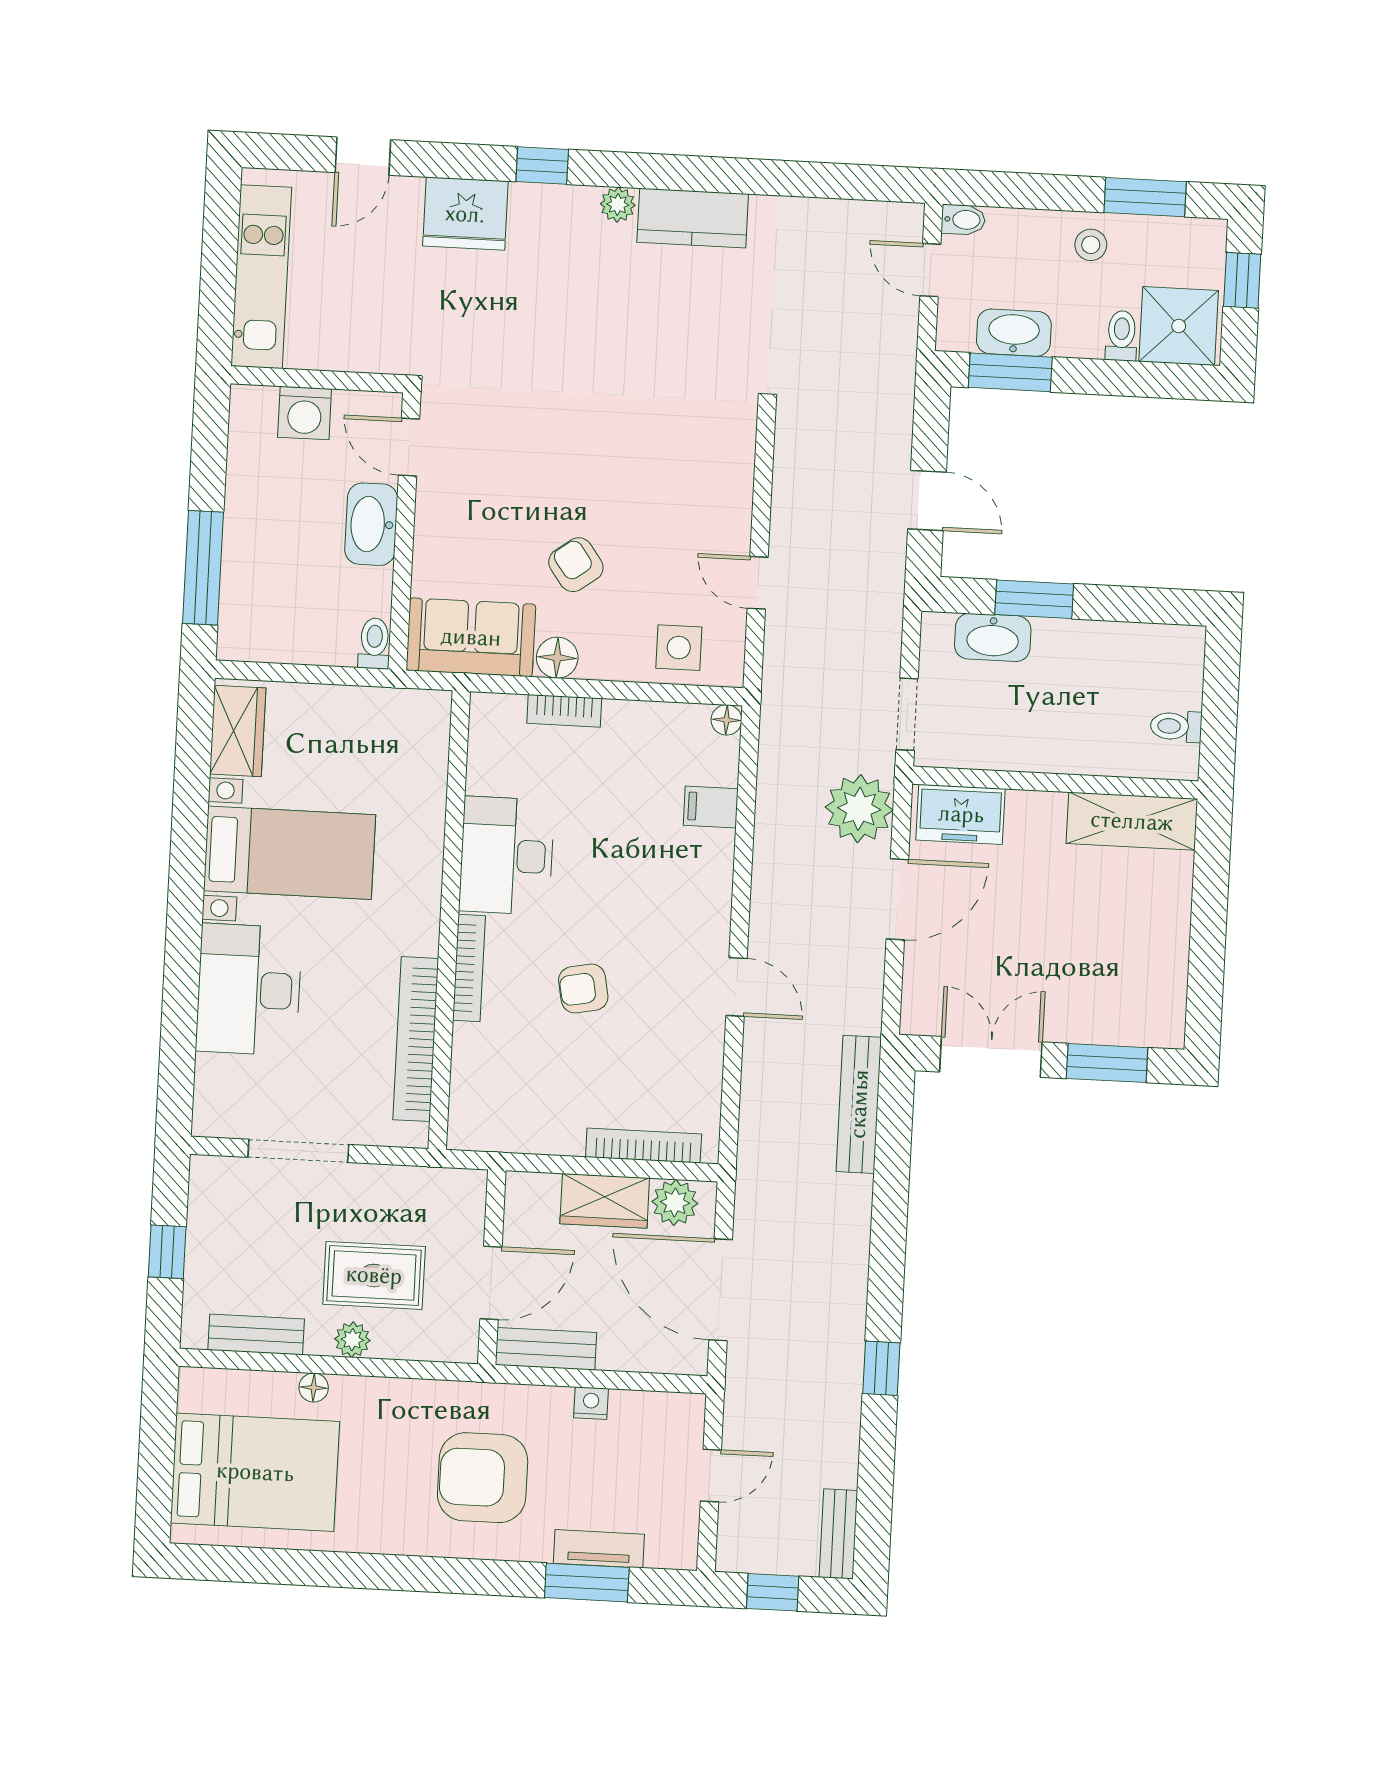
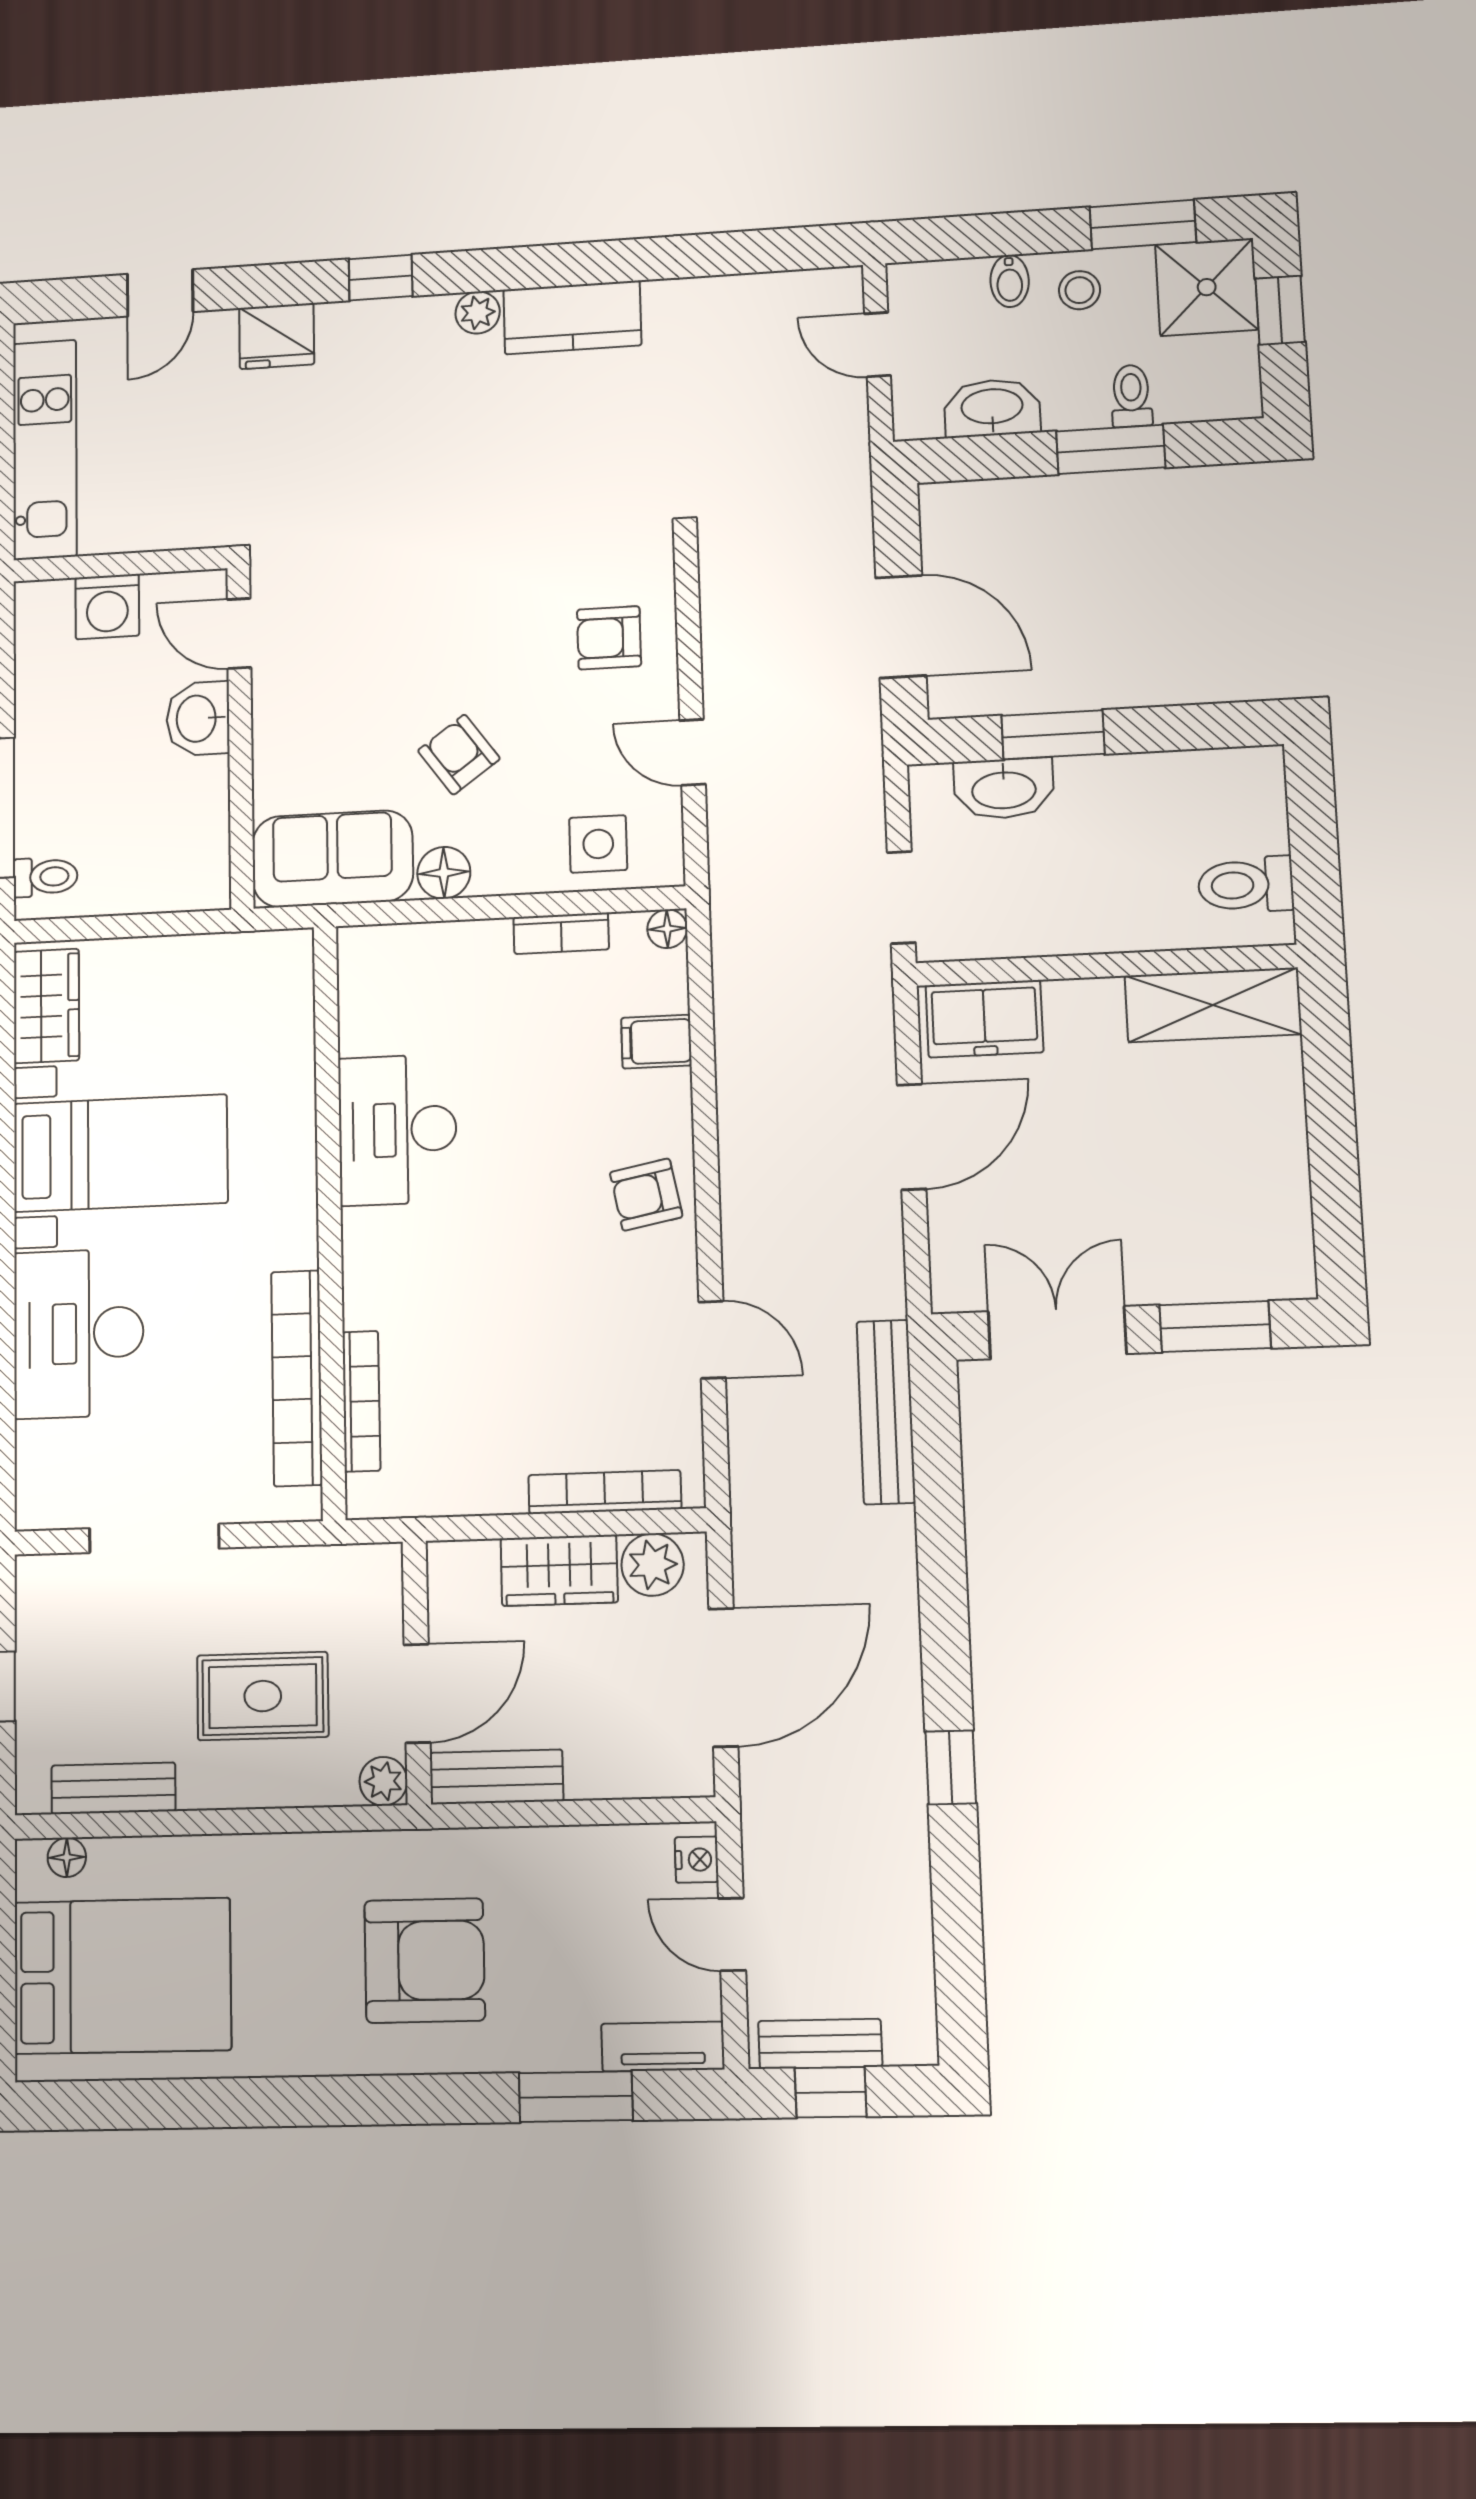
fridge: (465, 214) -> (277, 336), width x0.73, depth x0.75
bidet: (963, 220) -> (1010, 281), moved, turned 90
shower: (1179, 326) -> (1207, 287), moved
window: (1010, 372) -> (1111, 449), moved
armchair: (701, 484) -> (609, 638), added
door: (927, 501) -> (901, 627), width x1.38
washbasin: (371, 524) -> (198, 719), width x0.72
toilet: (374, 643) -> (46, 877), moved, turned 90
bookcase: (564, 711) -> (561, 933), moved
toilet: (1176, 726) -> (1246, 885), width x1.37, depth x1.39
plant: (859, 809) -> (850, 1025), removed
bookcase: (469, 968) -> (361, 1401), moved
door: (736, 987) -> (712, 1340), moved
armchair: (583, 989) -> (646, 1195), moved
door: (721, 1290) -> (723, 1677), swing flipped
plant: (352, 1340) -> (383, 1781), moved
floor lamp: (314, 1388) -> (67, 1857), moved
nightstand: (591, 1403) -> (697, 1860), moved, turned 90
door: (711, 1476) -> (732, 1934), swing flipped
armchair: (483, 1478) -> (425, 1961), turned 180
bench: (838, 1534) -> (820, 2044), moved, turned 90
tv unit: (599, 1549) -> (663, 2047), moved

